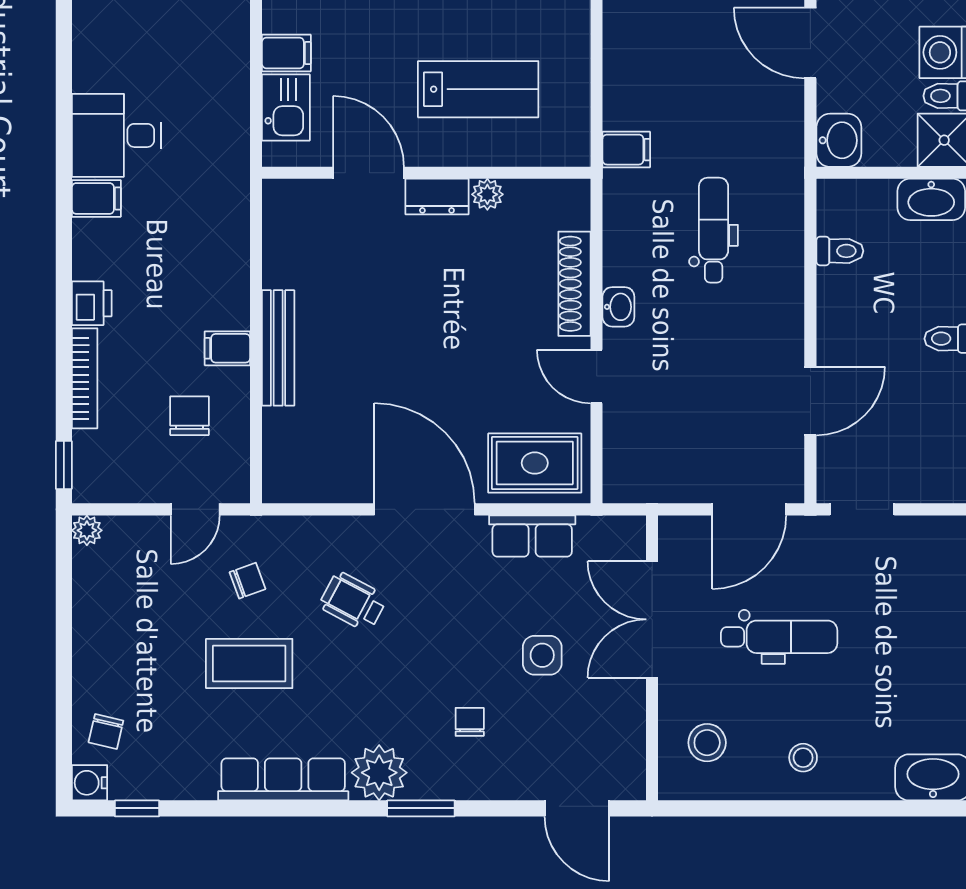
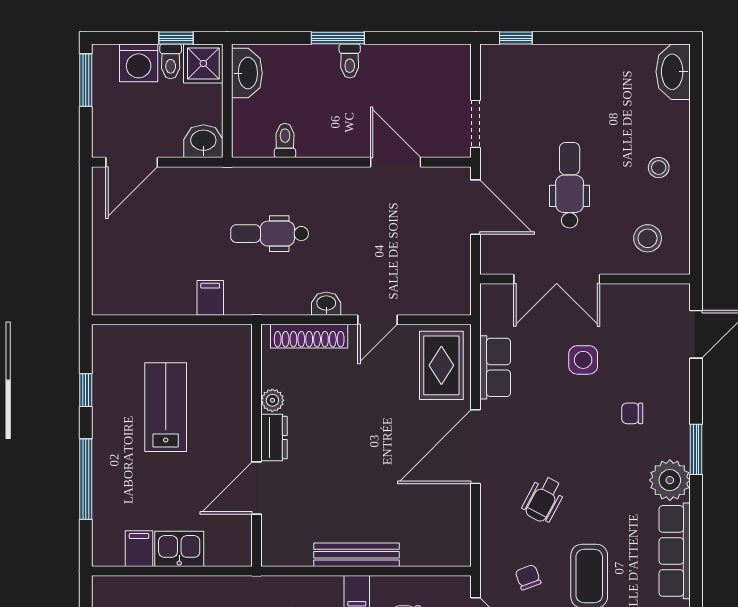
door: (368, 173) -> (257, 488), moved
wall: (426, 173) -> (257, 445), moved
plant: (487, 194) -> (272, 400), moved
dresser: (437, 197) -> (274, 438), moved

